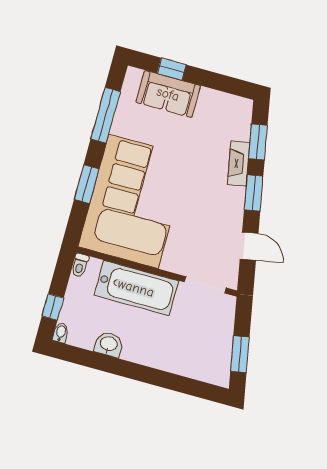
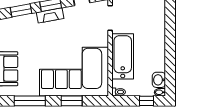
fireplace: (239, 164) -> (50, 15), moved
washbasin: (109, 344) -> (159, 80), moved

